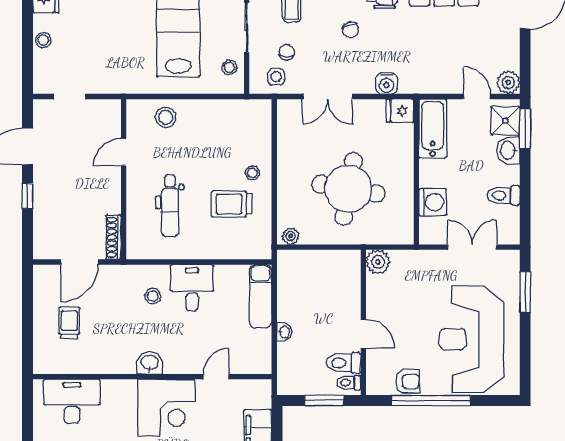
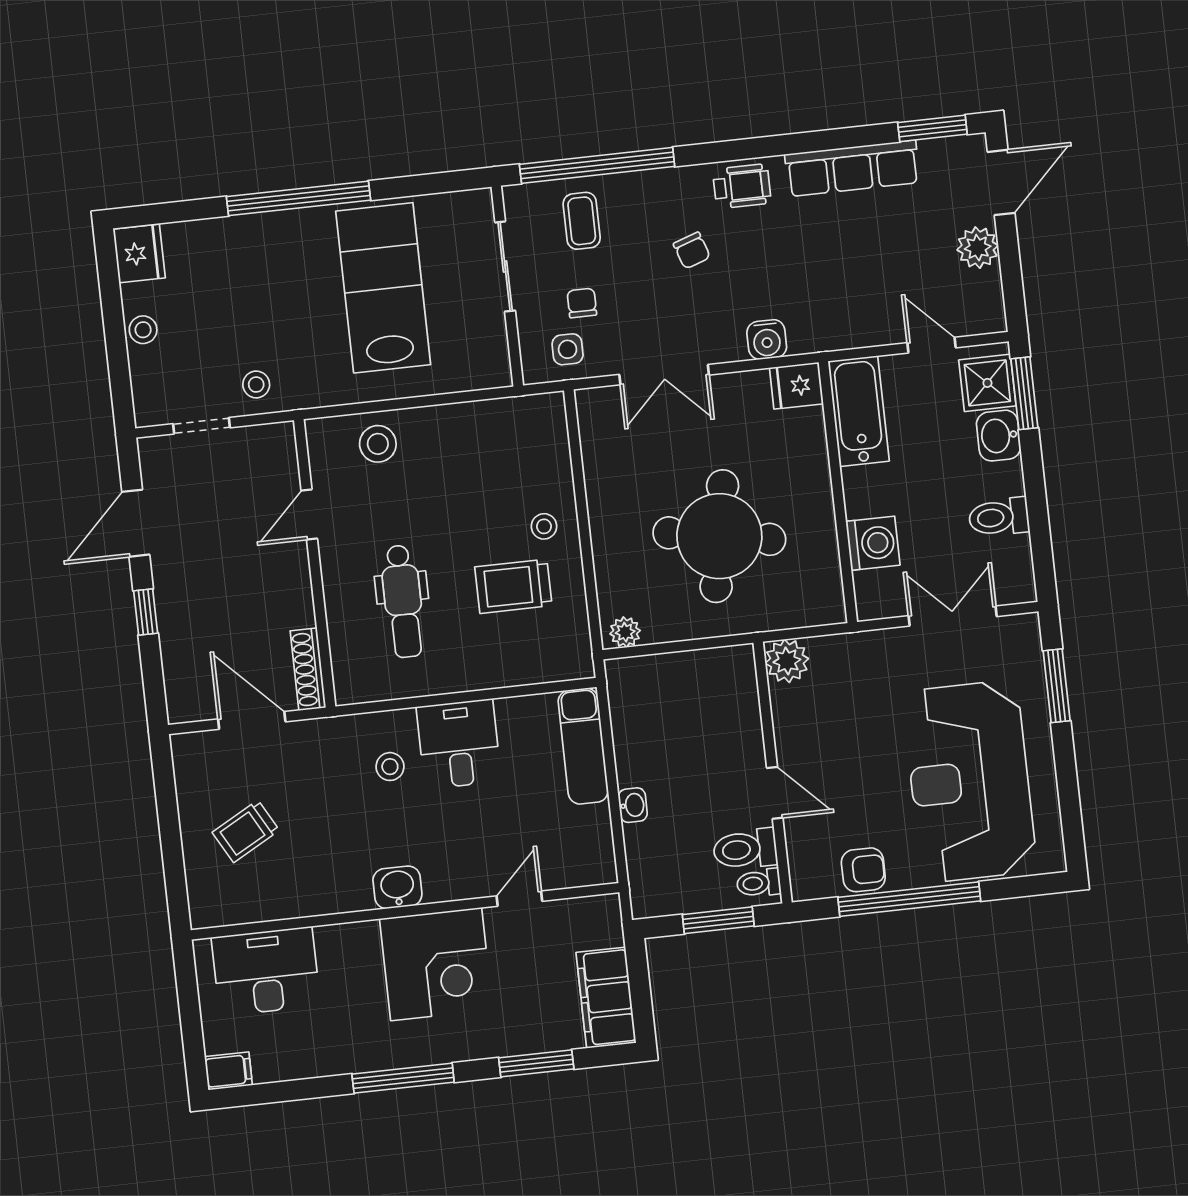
stool: (229, 67) -> (256, 385), moved
plant: (508, 82) -> (978, 248), moved
door: (79, 262) -> (252, 720), swing flipped
trolley: (69, 323) -> (246, 831), turned -119

